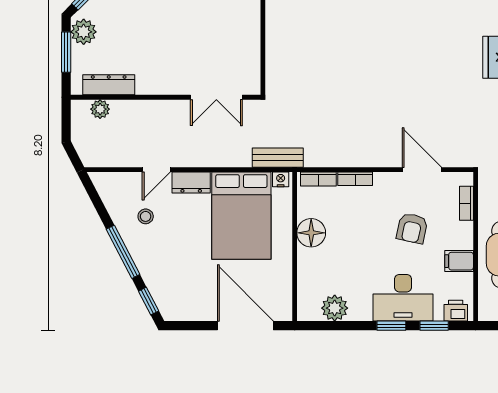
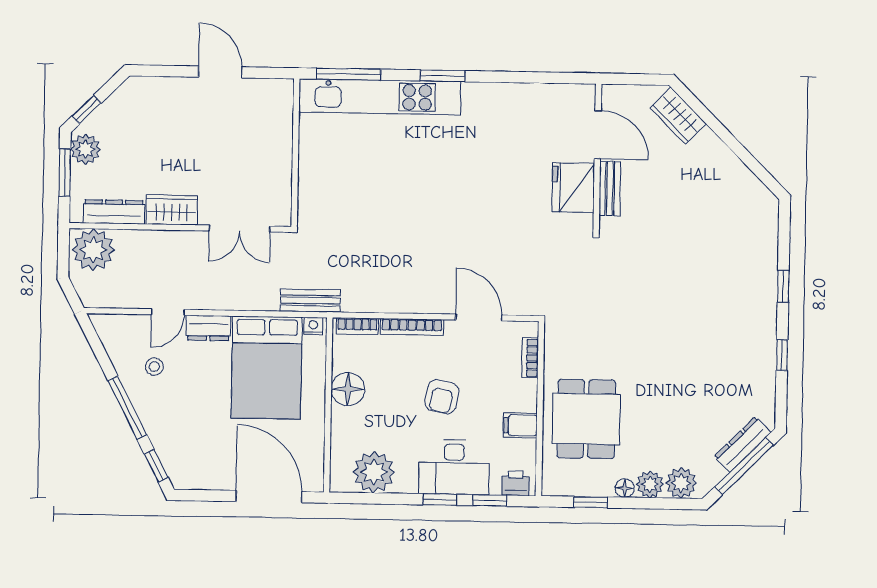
wardrobe: (158, 82) -> (172, 210), added
plant: (100, 109) -> (93, 250), width x1.88, depth x1.88
bookcase: (355, 179) -> (412, 327), width x1.56
armchair: (412, 228) -> (442, 397), moved
plant: (335, 308) -> (374, 472), width x1.36, depth x1.36

